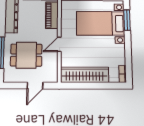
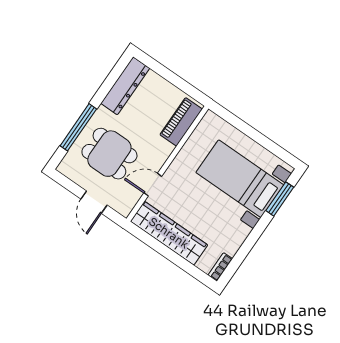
door: (59, 44) -> (153, 185), moved
door: (35, 86) -> (94, 202), hinge flipped

